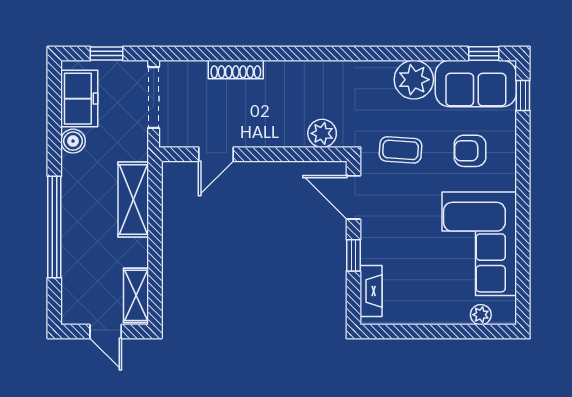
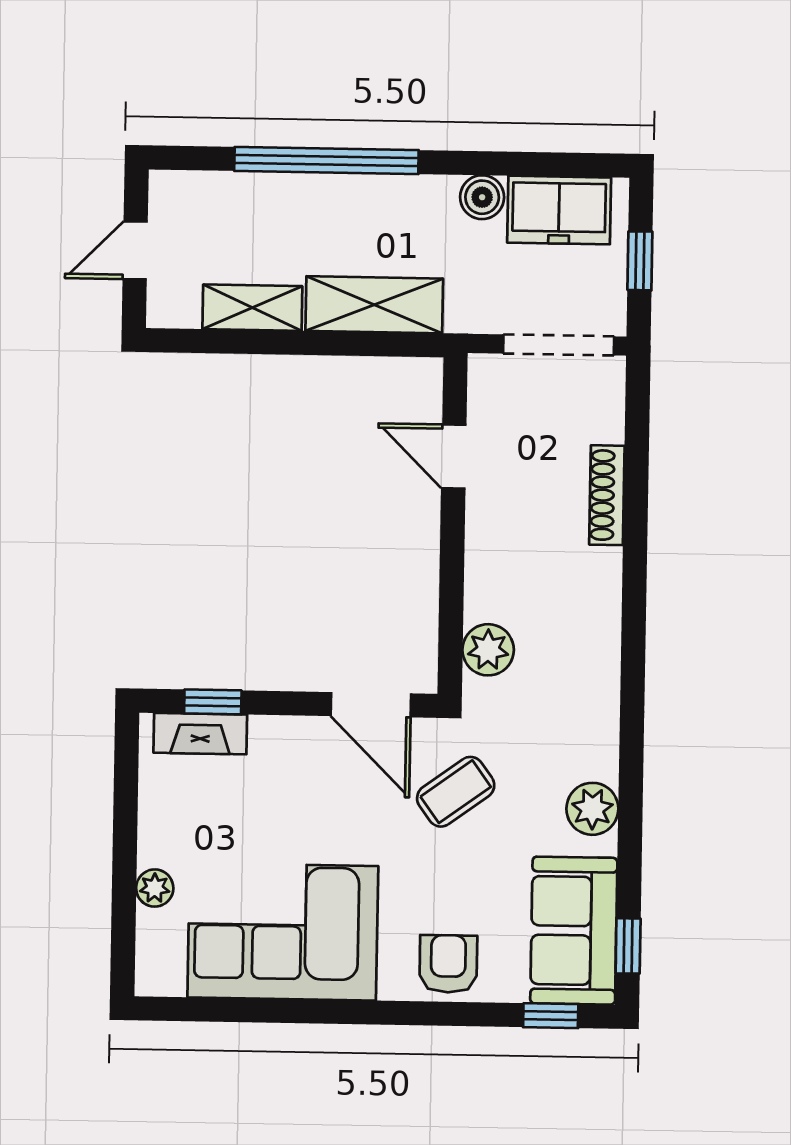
plant: (414, 80) -> (592, 809), width x0.73, depth x0.73
coffee table: (401, 150) -> (456, 792), turned 50
armchair: (470, 151) -> (448, 964), moved
door: (353, 197) -> (371, 705), swing flipped
window: (353, 255) -> (213, 702), moved
shelving: (136, 295) -> (252, 308), moved
plant: (481, 315) -> (155, 888), moved

